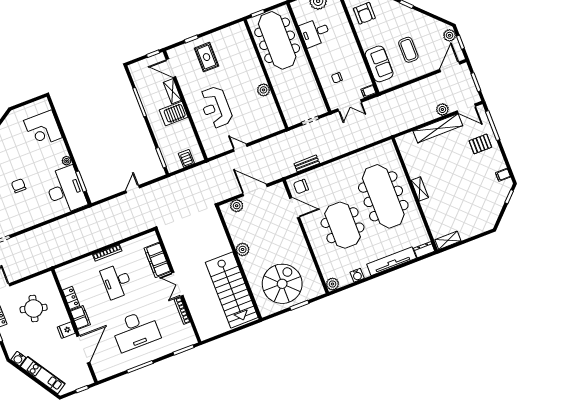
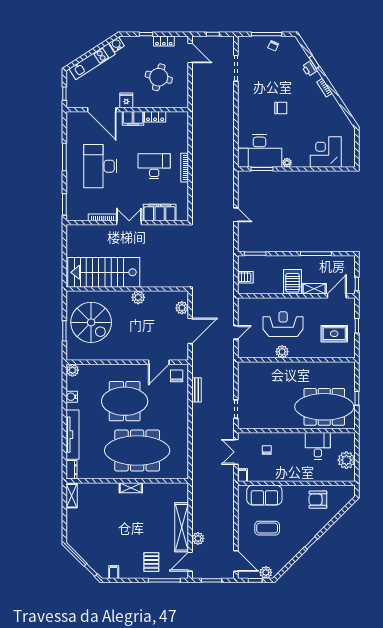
wall: (266, 74) -> (296, 360), moved
plant: (264, 90) -> (282, 352), moved

